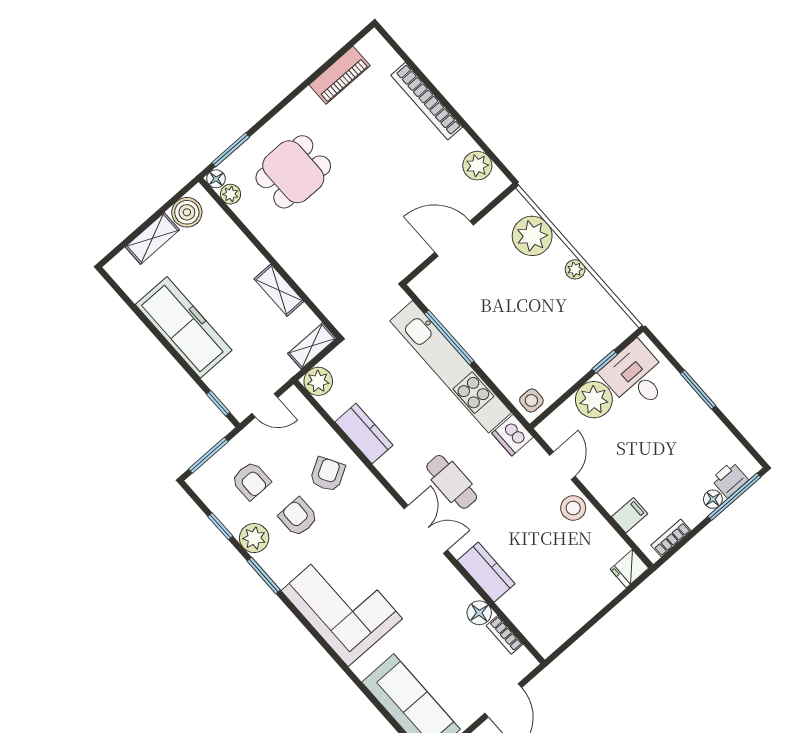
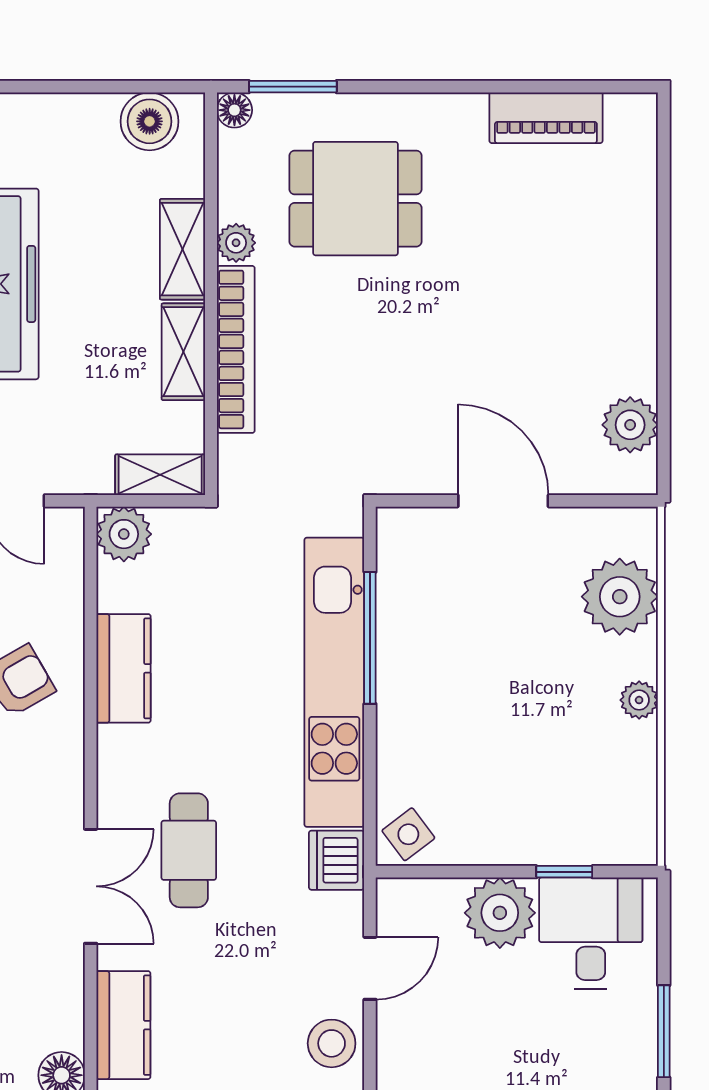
bookcase: (427, 101) -> (236, 349), moved, turned 180
plant: (231, 194) -> (236, 243), moved
shelving: (152, 238) -> (183, 249), moved, turned 90
side table: (531, 401) -> (408, 834), turned -37

